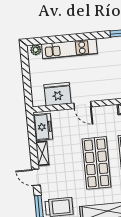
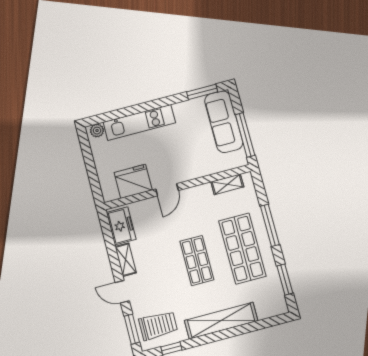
door: (83, 105) -> (167, 190), hinge flipped
shop shelf: (96, 163) -> (197, 261), width x0.70, depth x0.74

